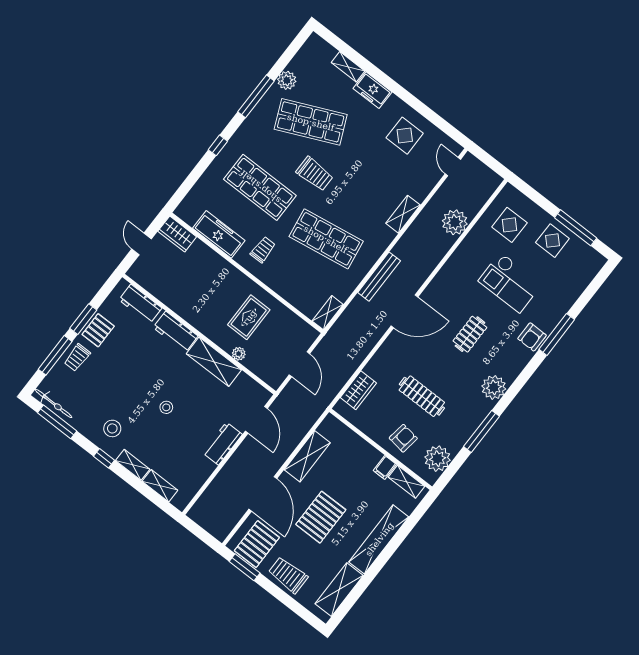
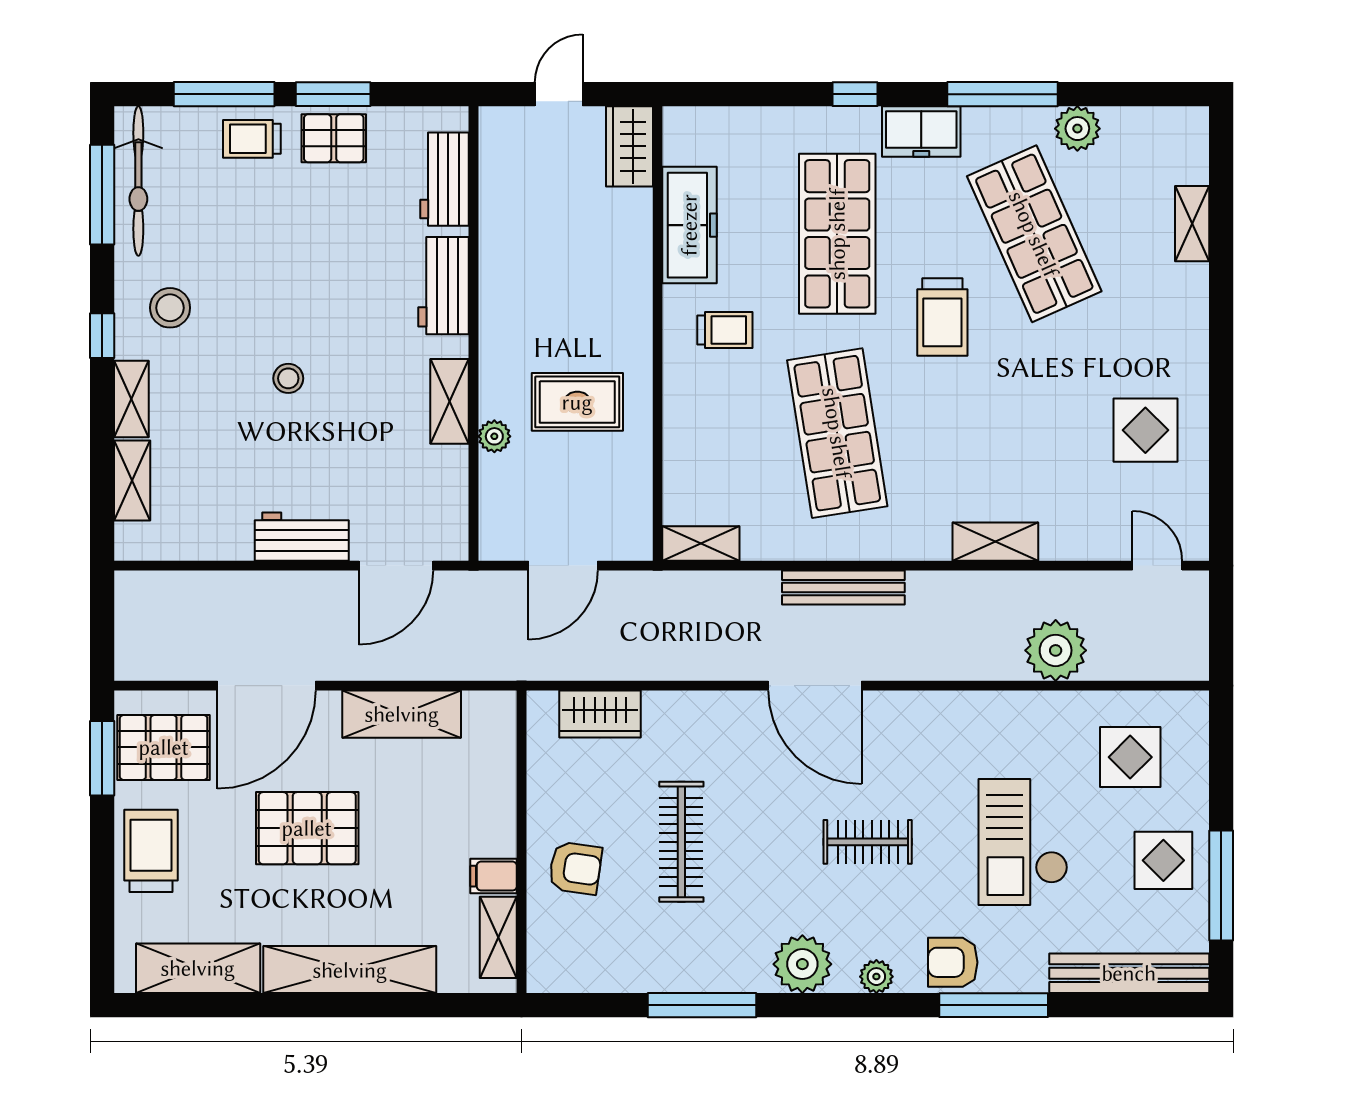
freezer: (372, 90) -> (921, 132), moved, turned -90
door: (453, 167) -> (1157, 566), hinge flipped
bench: (581, 281) -> (1129, 973), added
shelving: (214, 362) -> (450, 401), width x0.67, depth x0.75
bicycle: (53, 403) -> (138, 181), width x1.37, depth x1.40
plant: (437, 459) -> (876, 977), moved, width x0.53, depth x0.53

